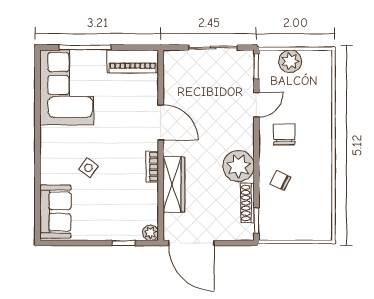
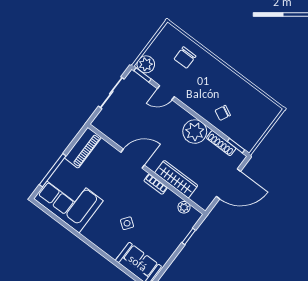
plant: (290, 61) -> (146, 64), moved
door: (256, 105) -> (166, 93), swing flipped
chair: (284, 134) -> (185, 58), moved, turned -90
plant: (150, 233) -> (184, 207), moved
door: (191, 243) -> (228, 184), moved

